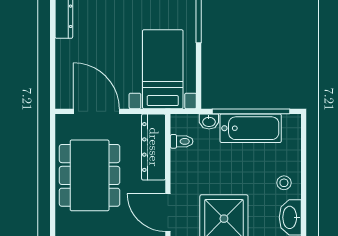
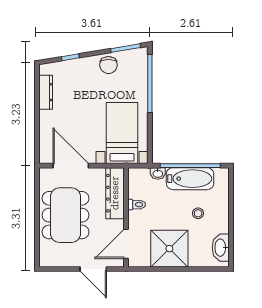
toilet: (182, 141) -> (137, 205), moved
stool: (284, 183) -> (198, 213), moved
door: (168, 213) -> (126, 244), hinge flipped

